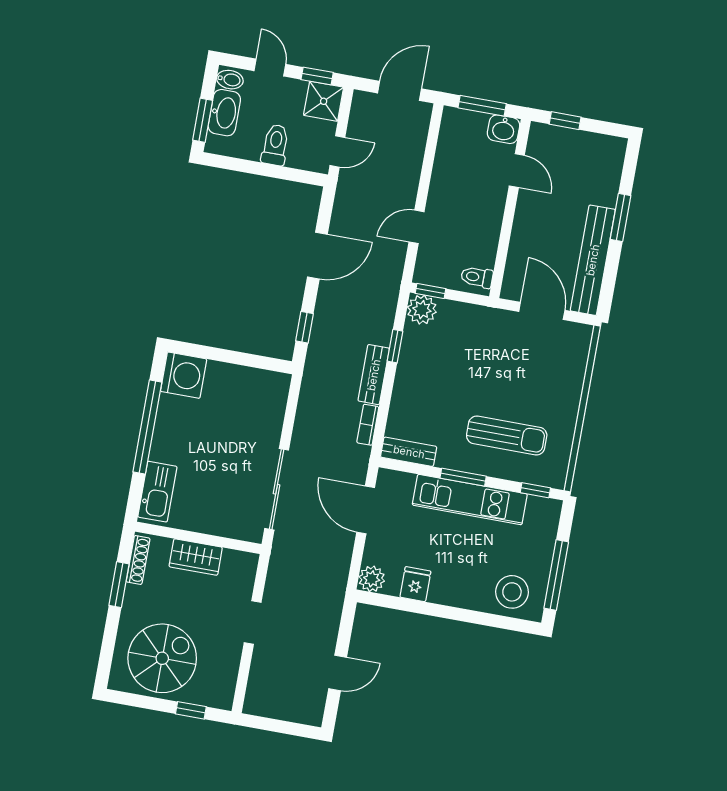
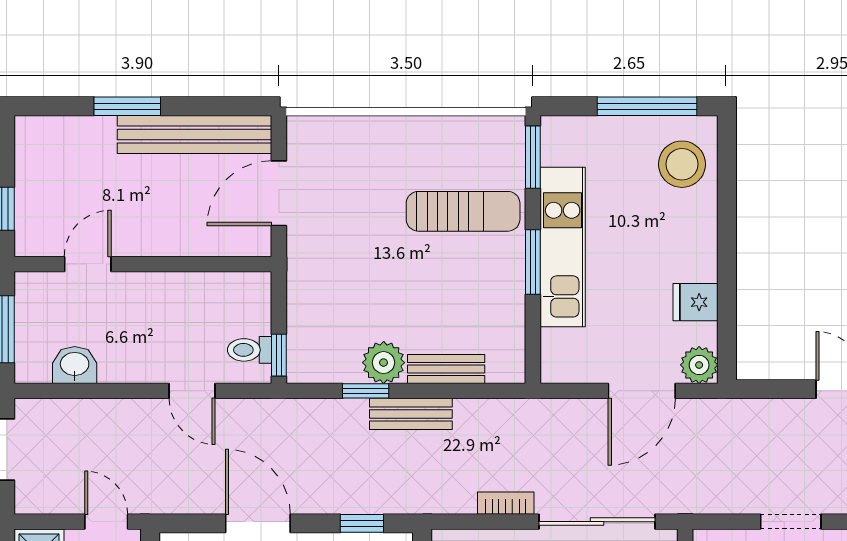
washbasin: (503, 129) -> (75, 365), moved, turned -90
toilet: (477, 277) -> (250, 350), moved, turned 90
plant: (422, 310) -> (384, 363), moved
bookcase: (368, 425) -> (506, 503), moved, turned 180
sun lounger: (507, 435) -> (463, 211), turned 90
bench: (409, 452) -> (446, 369), moved, turned 90
window: (535, 490) -> (533, 157), width x1.50
door: (366, 510) -> (642, 391), moved

